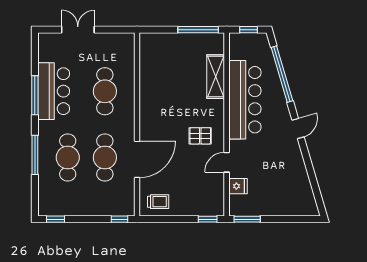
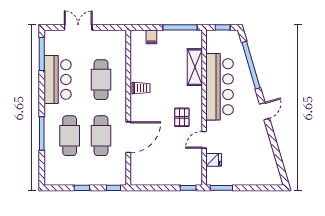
filing cabinet: (164, 41) -> (151, 37), added
window: (35, 95) -> (42, 54), moved
pallet: (200, 136) -> (182, 117), turned 90
trolley: (158, 202) -> (141, 88), moved
window: (55, 219) -> (82, 188), moved

